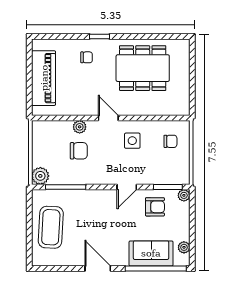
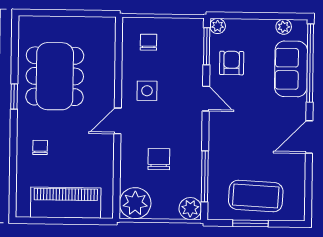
window: (99, 36) -> (14, 97), moved
plant: (80, 127) -> (135, 203), moved, width x1.87, depth x1.87
window: (29, 223) -> (250, 223), added

